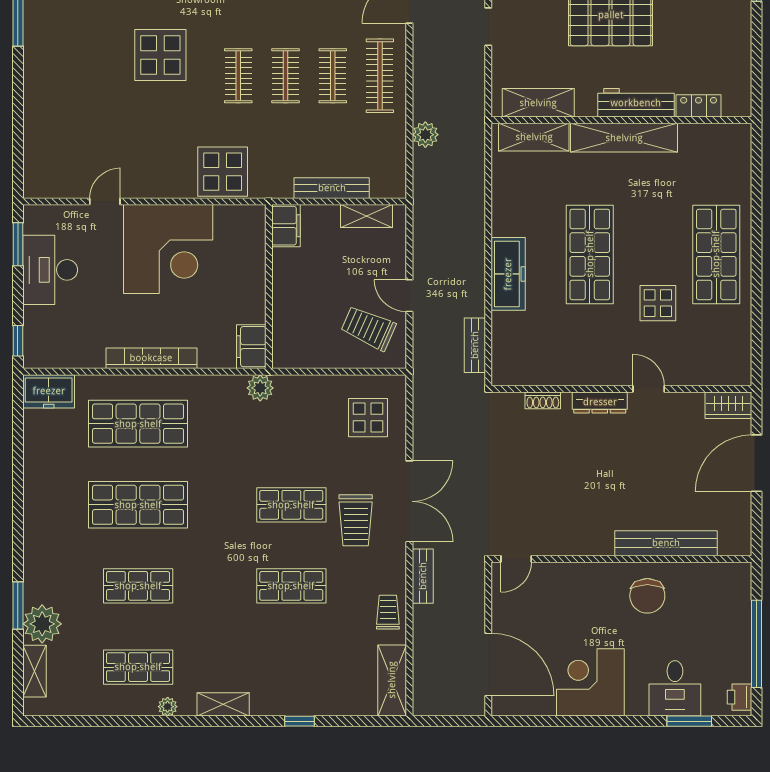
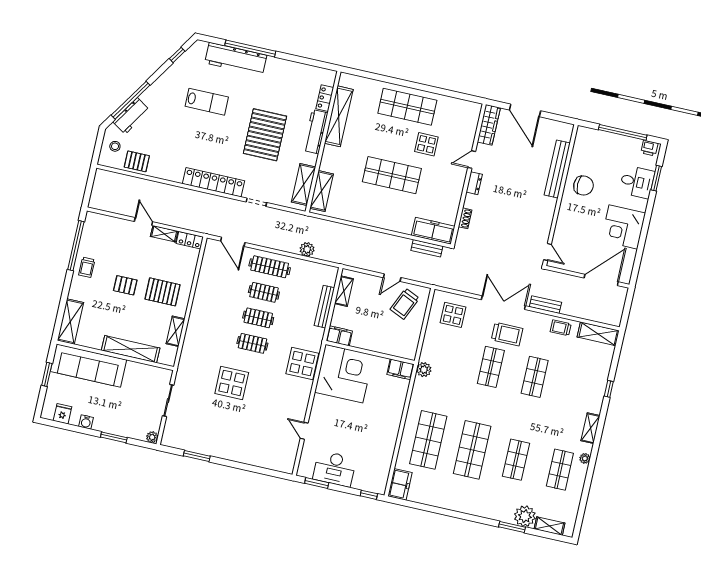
shelving: (624, 138) -> (339, 116), moved
corner desk: (168, 249) -> (344, 374), moved
freezer: (508, 274) -> (433, 231), moved
bookcase: (151, 358) -> (395, 425), removed
dresser: (600, 402) -> (474, 183), width x0.70
wardrobe: (728, 405) -> (489, 125), width x1.50

